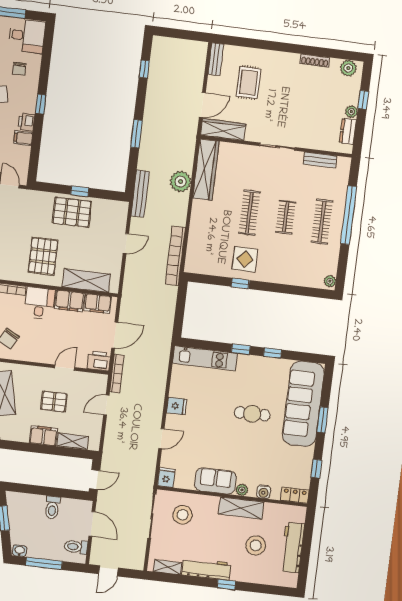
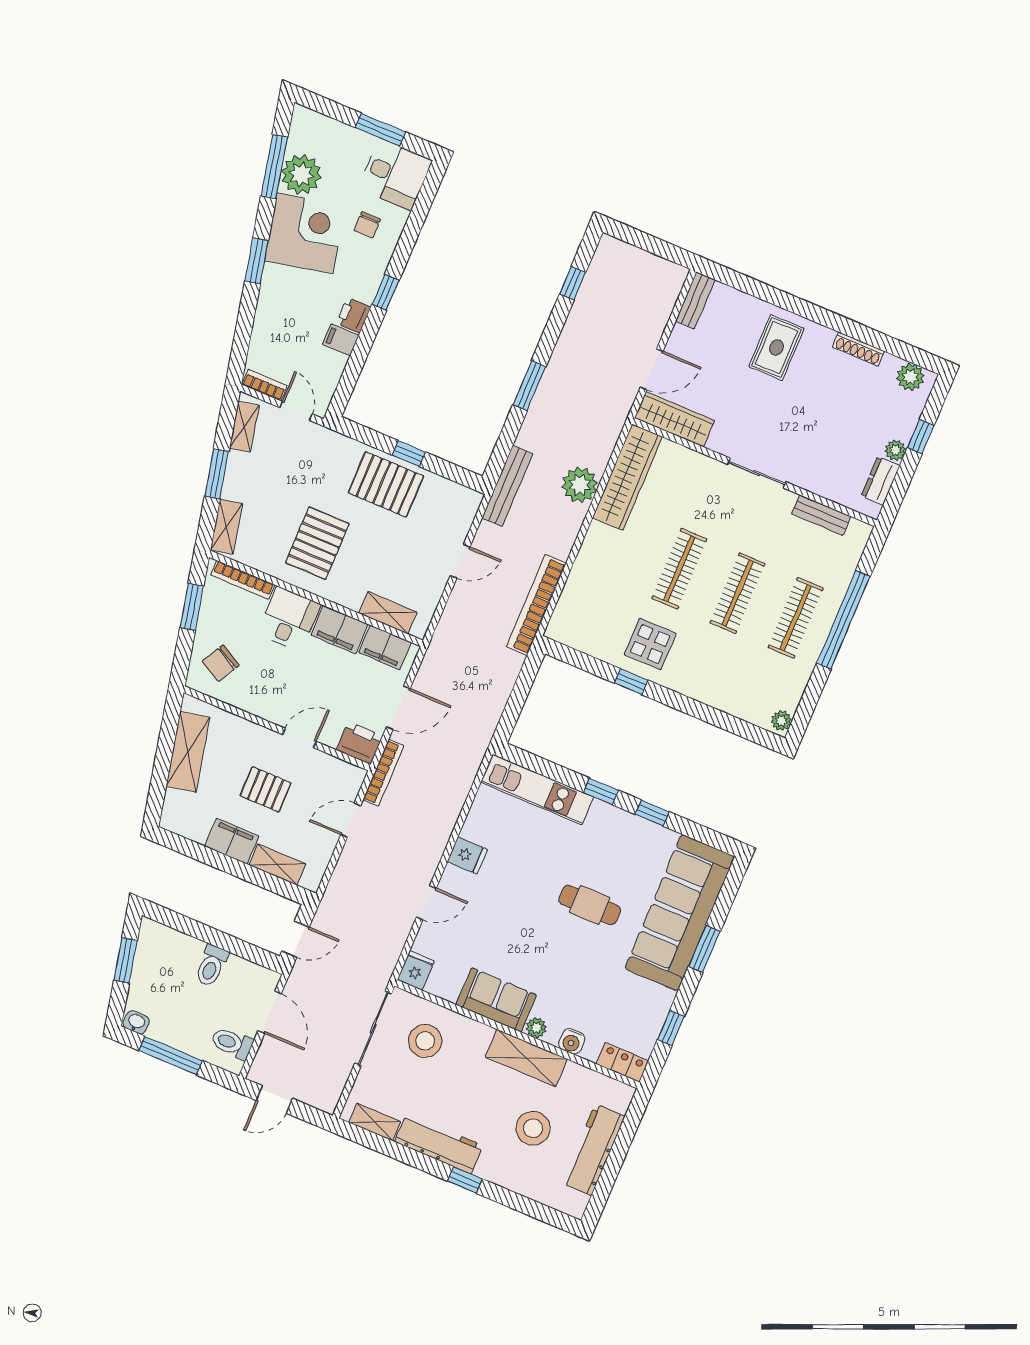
rug: (249, 83) -> (776, 348), moved
clothes rail: (286, 217) -> (738, 593), width x1.36
shelving: (86, 281) -> (388, 613), width x0.67, depth x0.75

